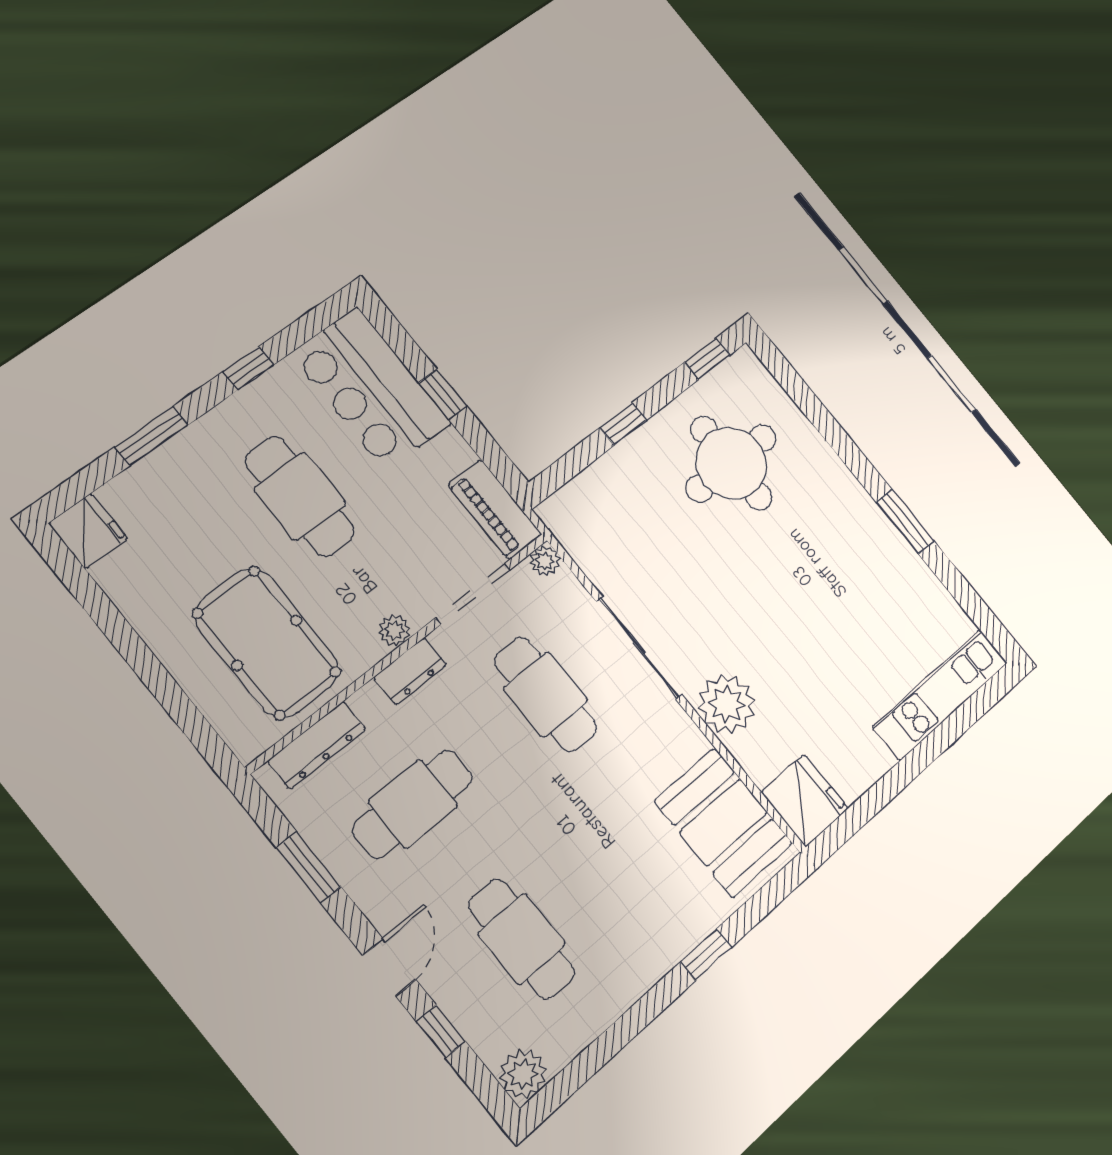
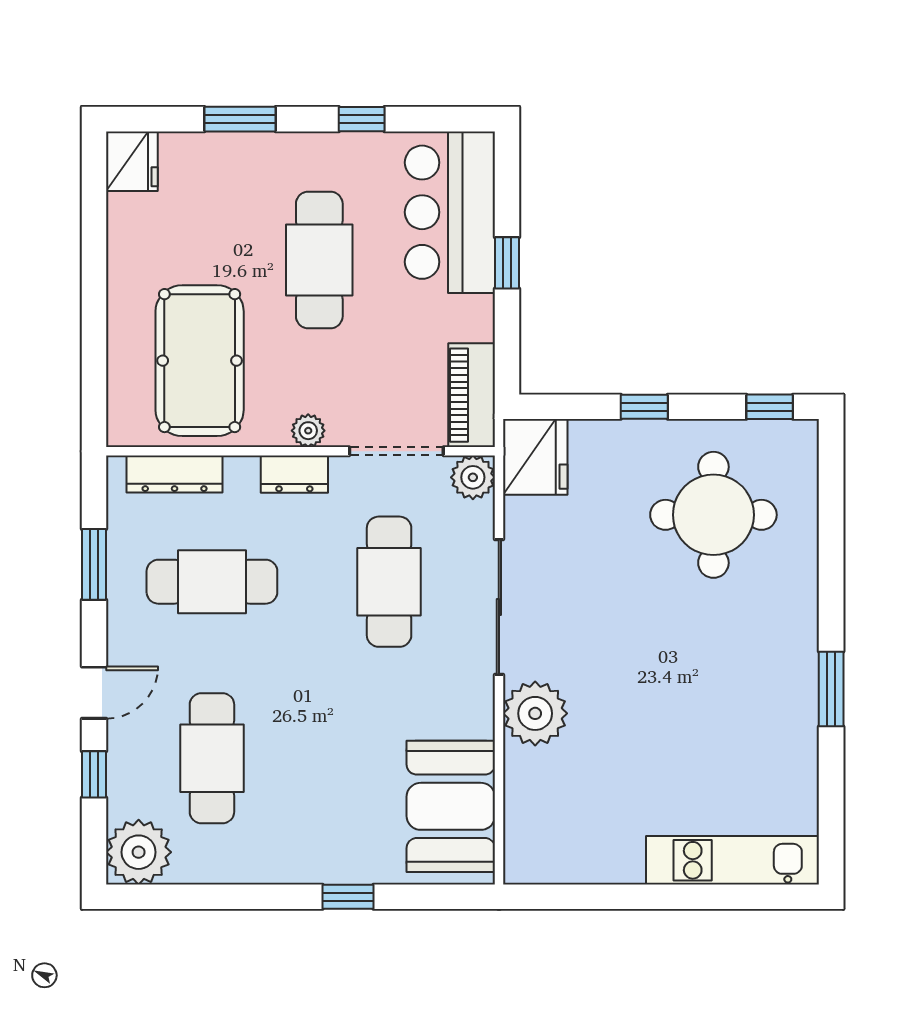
plant: (545, 561) -> (473, 477), width x1.38, depth x1.38
fridge: (805, 800) -> (535, 457), moved
plant: (523, 1074) -> (139, 852), width x1.36, depth x1.36

